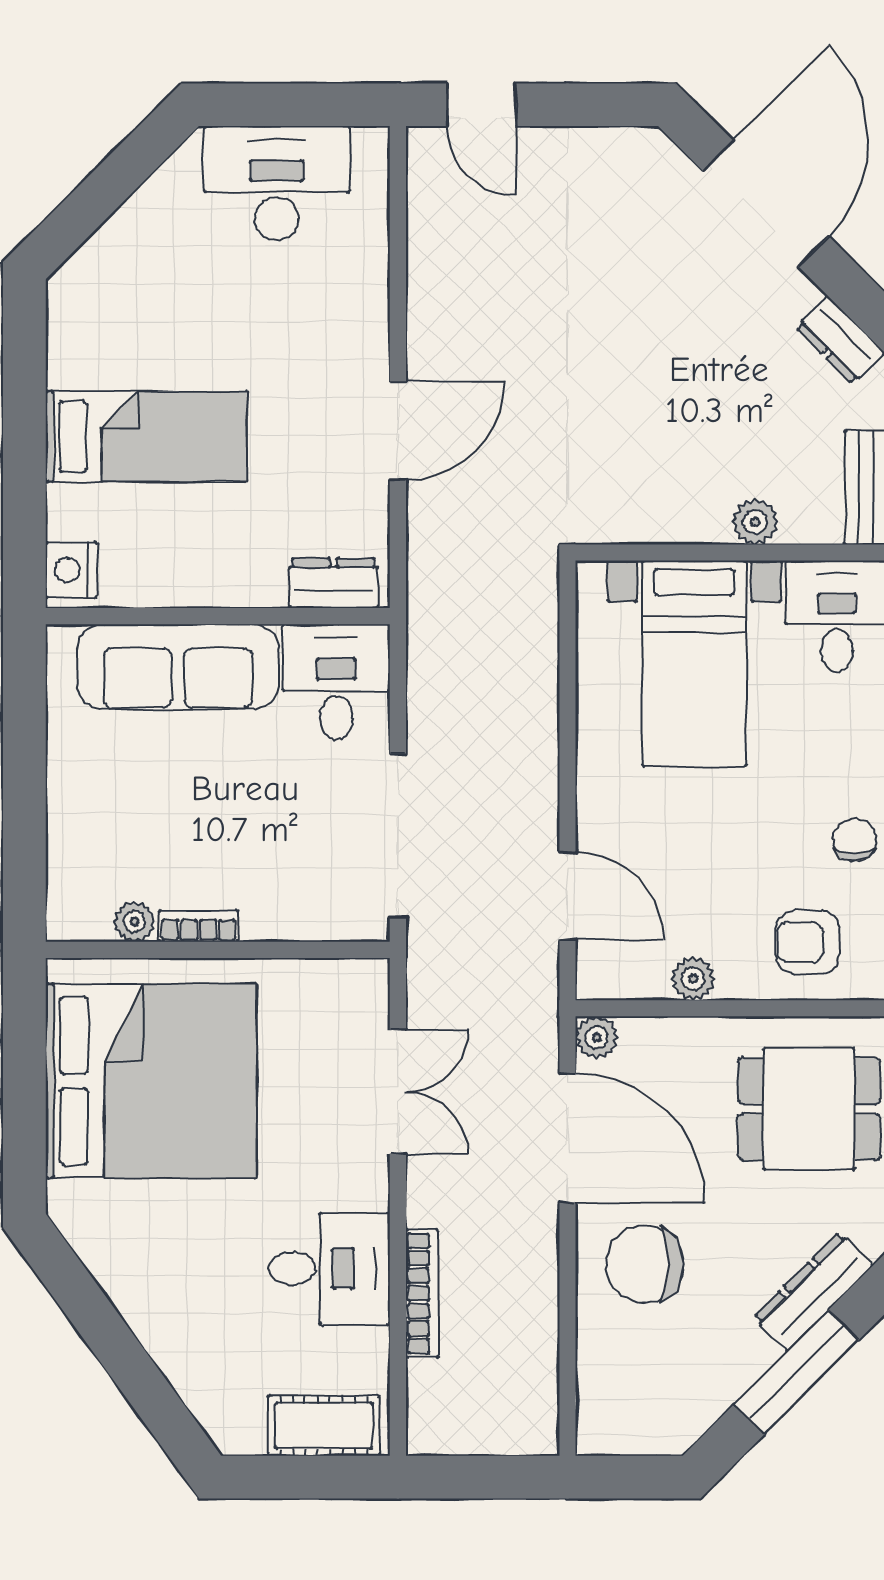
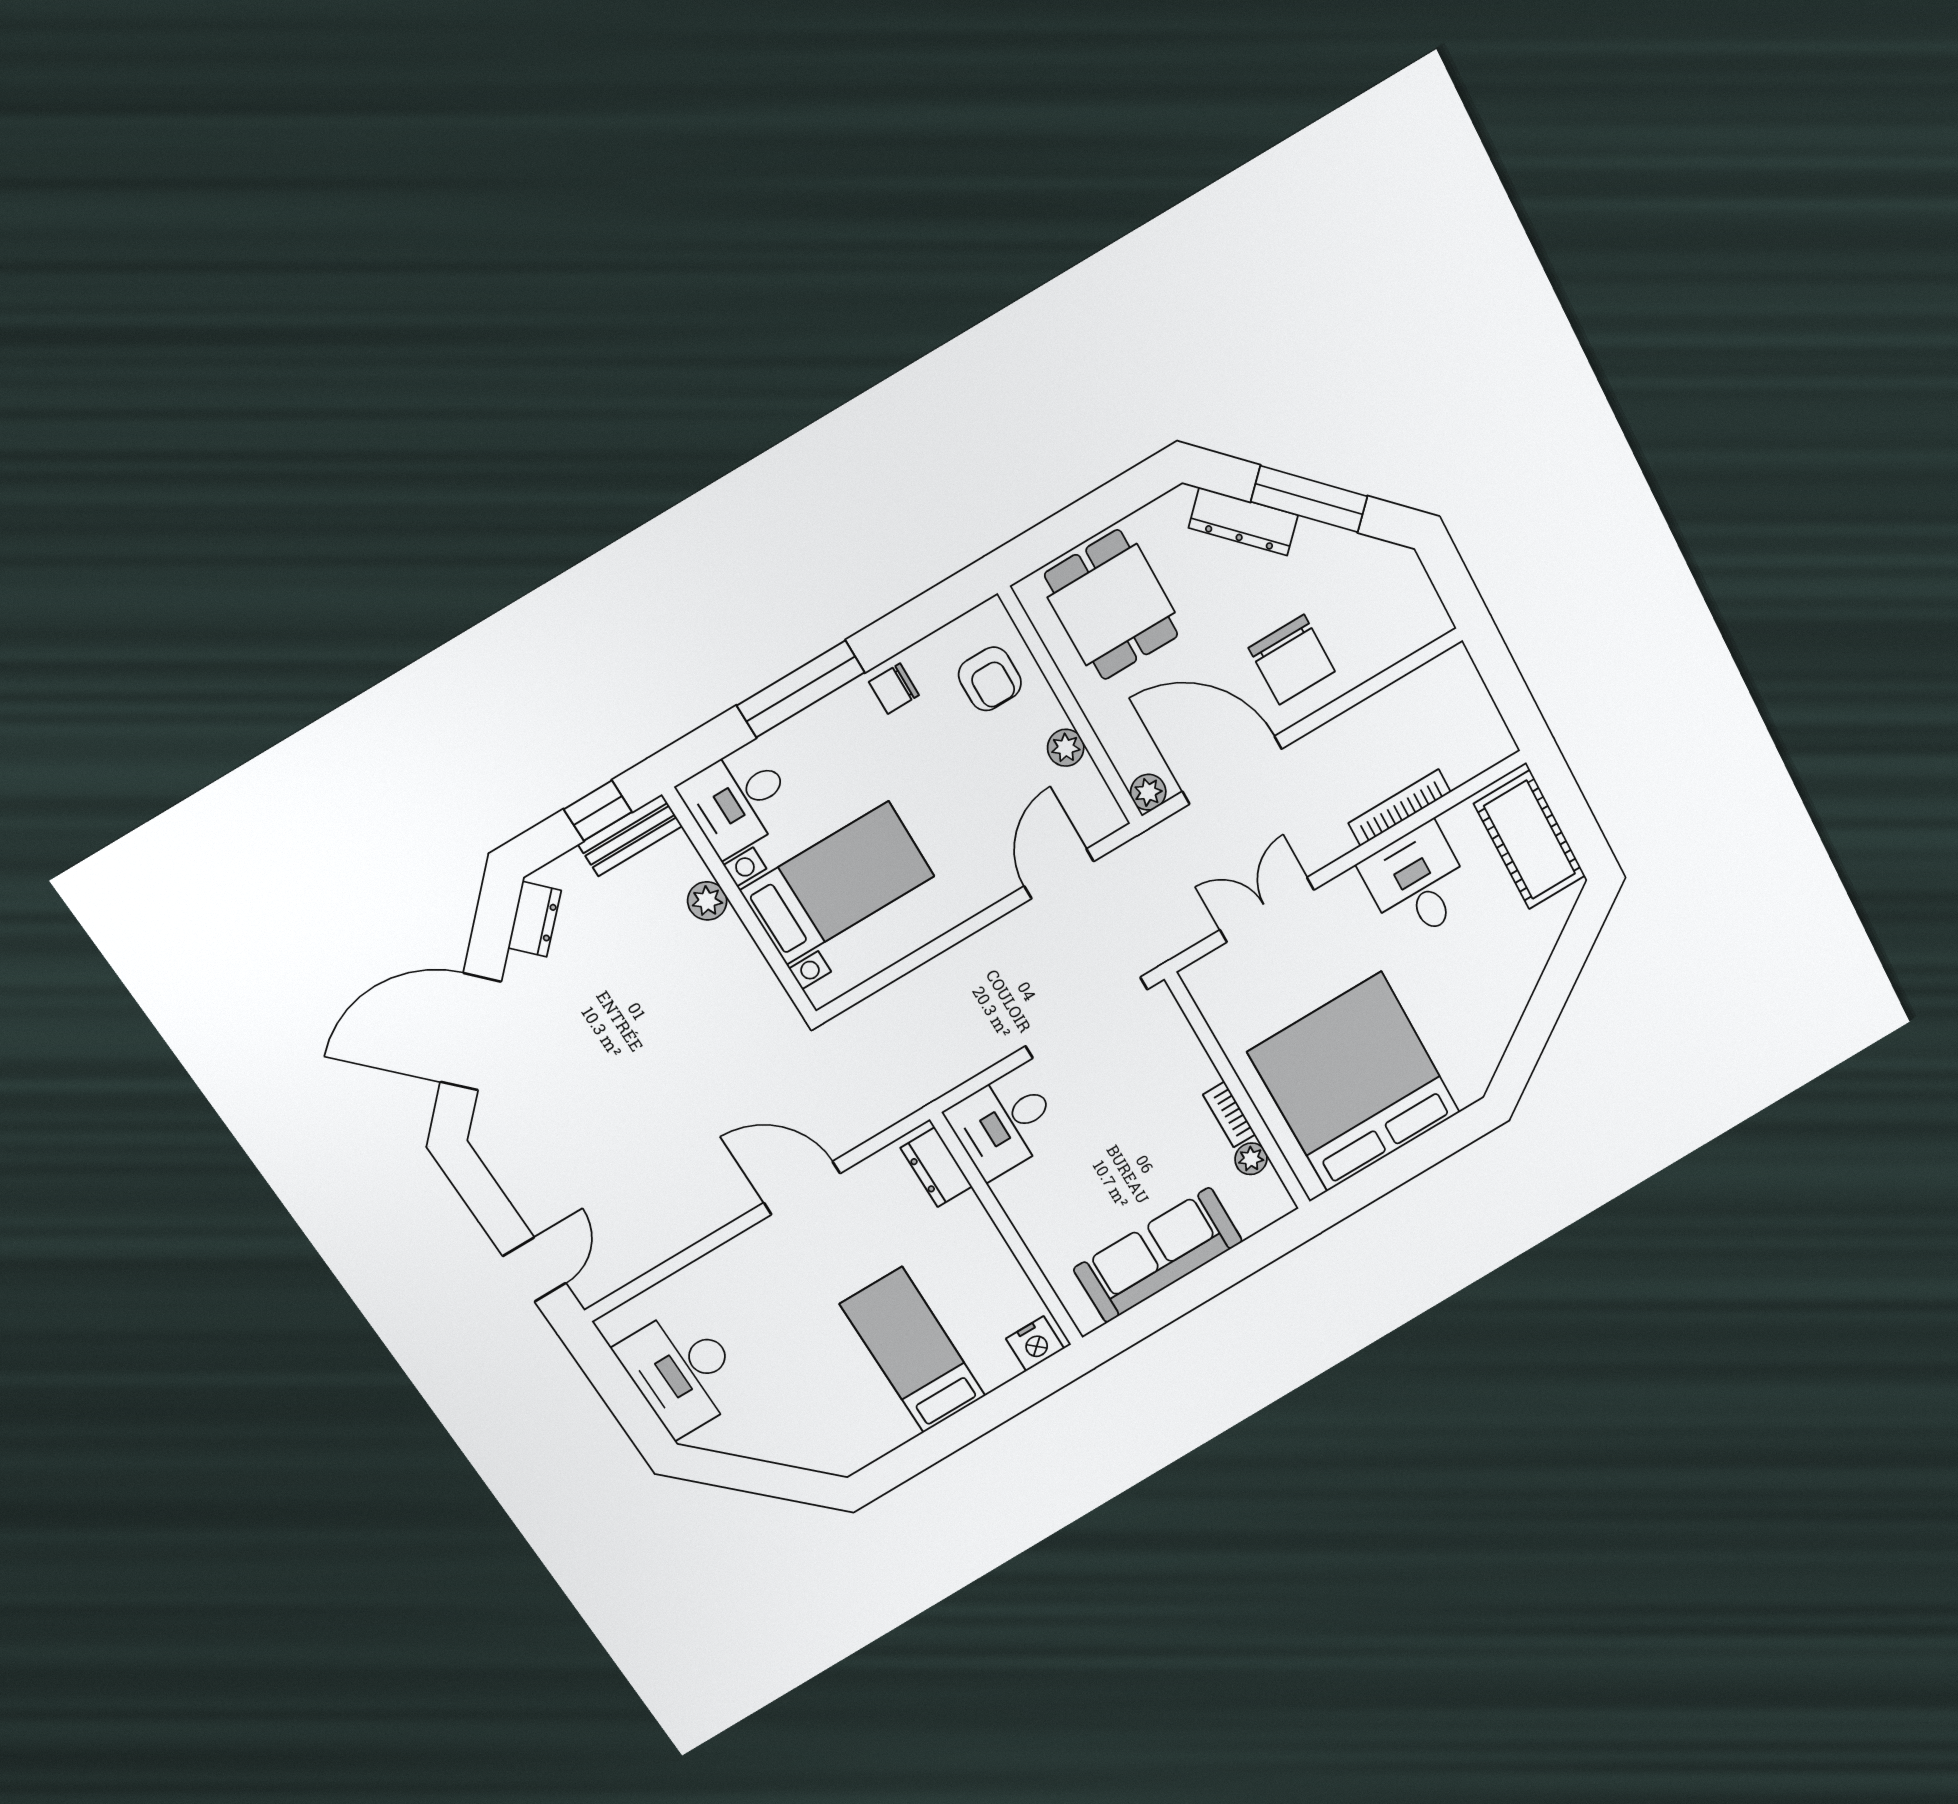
sofa: (178, 667) -> (1158, 1255), moved, turned -90
door: (567, 1138) -> (1232, 770), hinge flipped
cot: (324, 1426) -> (1530, 840), width x1.37, depth x1.34

